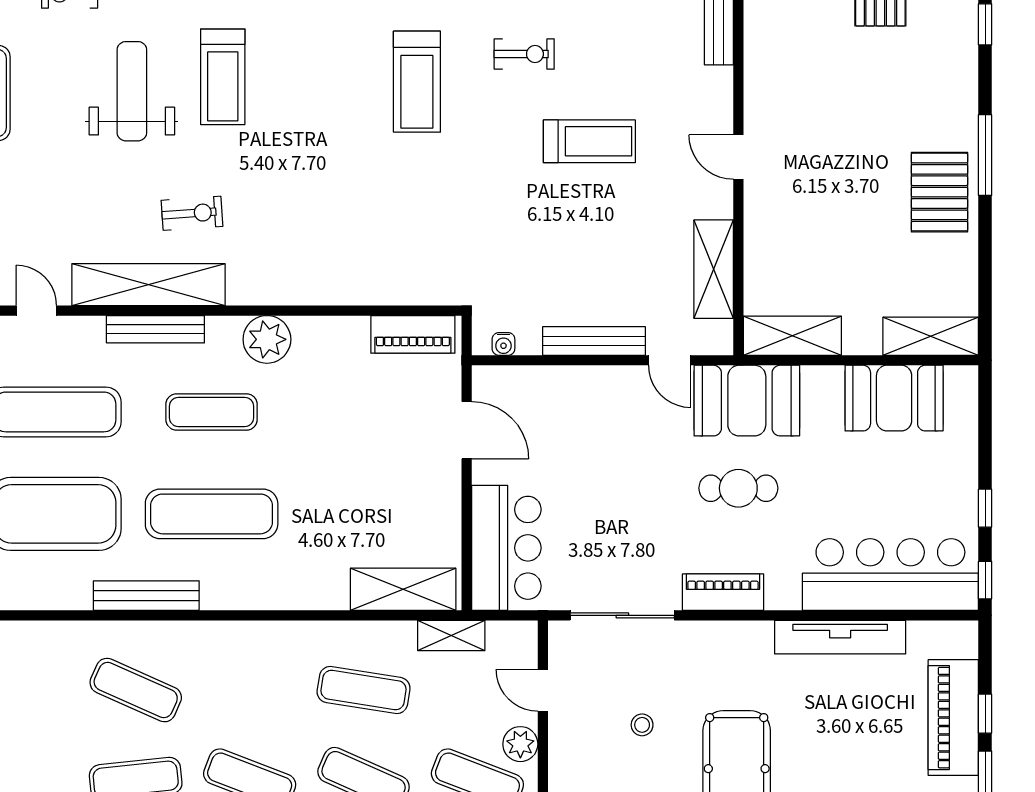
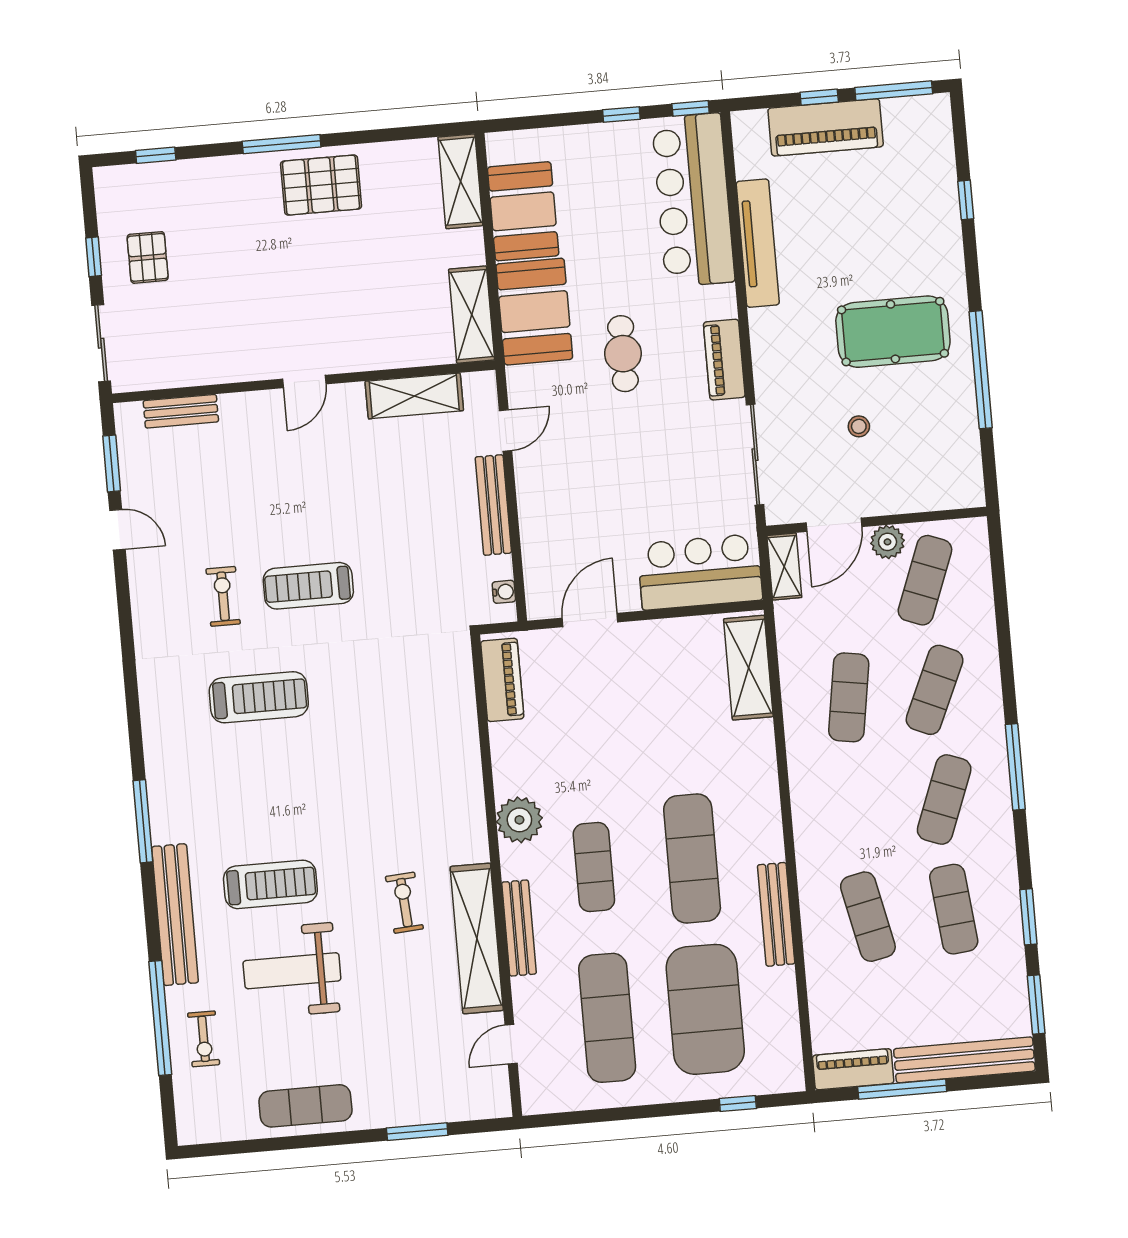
treadmill: (589, 141) -> (308, 586), moved, turned -90
booth: (747, 401) -> (534, 312), moved
shelving: (451, 635) -> (784, 567), moved
exercise mat: (136, 690) -> (868, 917), turned -36
door: (543, 690) -> (834, 525), width x1.38

